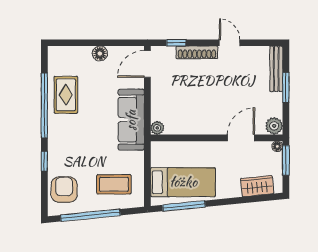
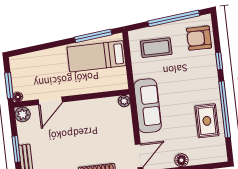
wardrobe: (257, 186) -> (31, 60), removed
armchair: (64, 190) -> (199, 38), turned 90

